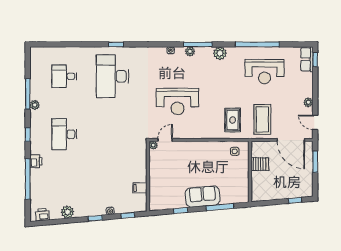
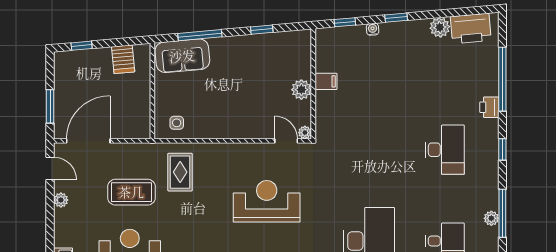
plant: (35, 105) -> (491, 218), moved
coffee table: (262, 119) -> (131, 192), moved, turned 90
door: (165, 140) -> (286, 141), swing flipped
door: (291, 140) -> (88, 141), hinge flipped
server rack: (260, 164) -> (123, 59), moved, turned -95
plant: (155, 173) -> (301, 90), added
filing cabinet: (140, 188) -> (326, 81), moved
sofa: (203, 197) -> (182, 56), moved
printer: (42, 215) -> (471, 28), width x1.87, depth x1.48

